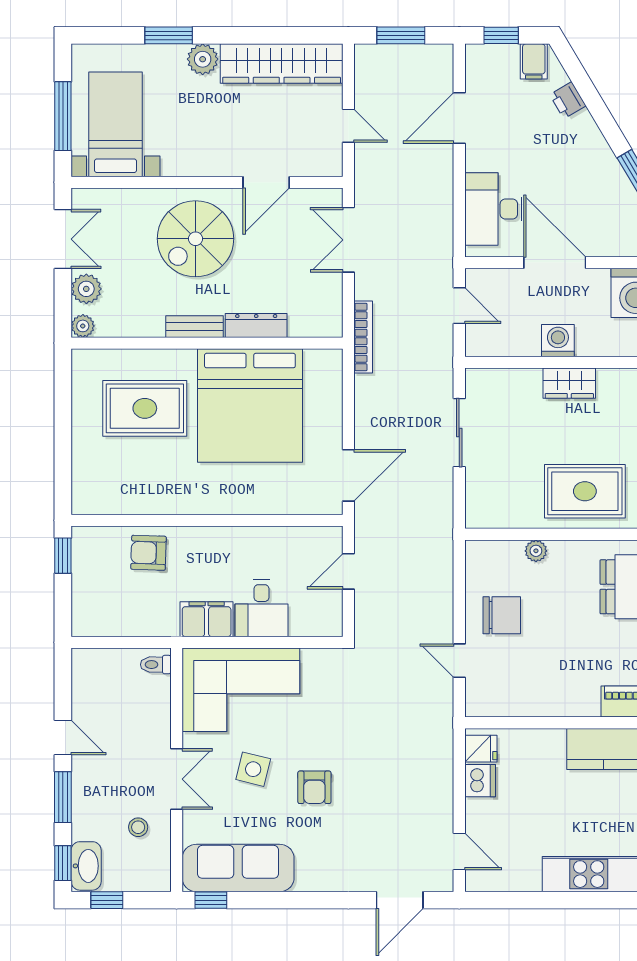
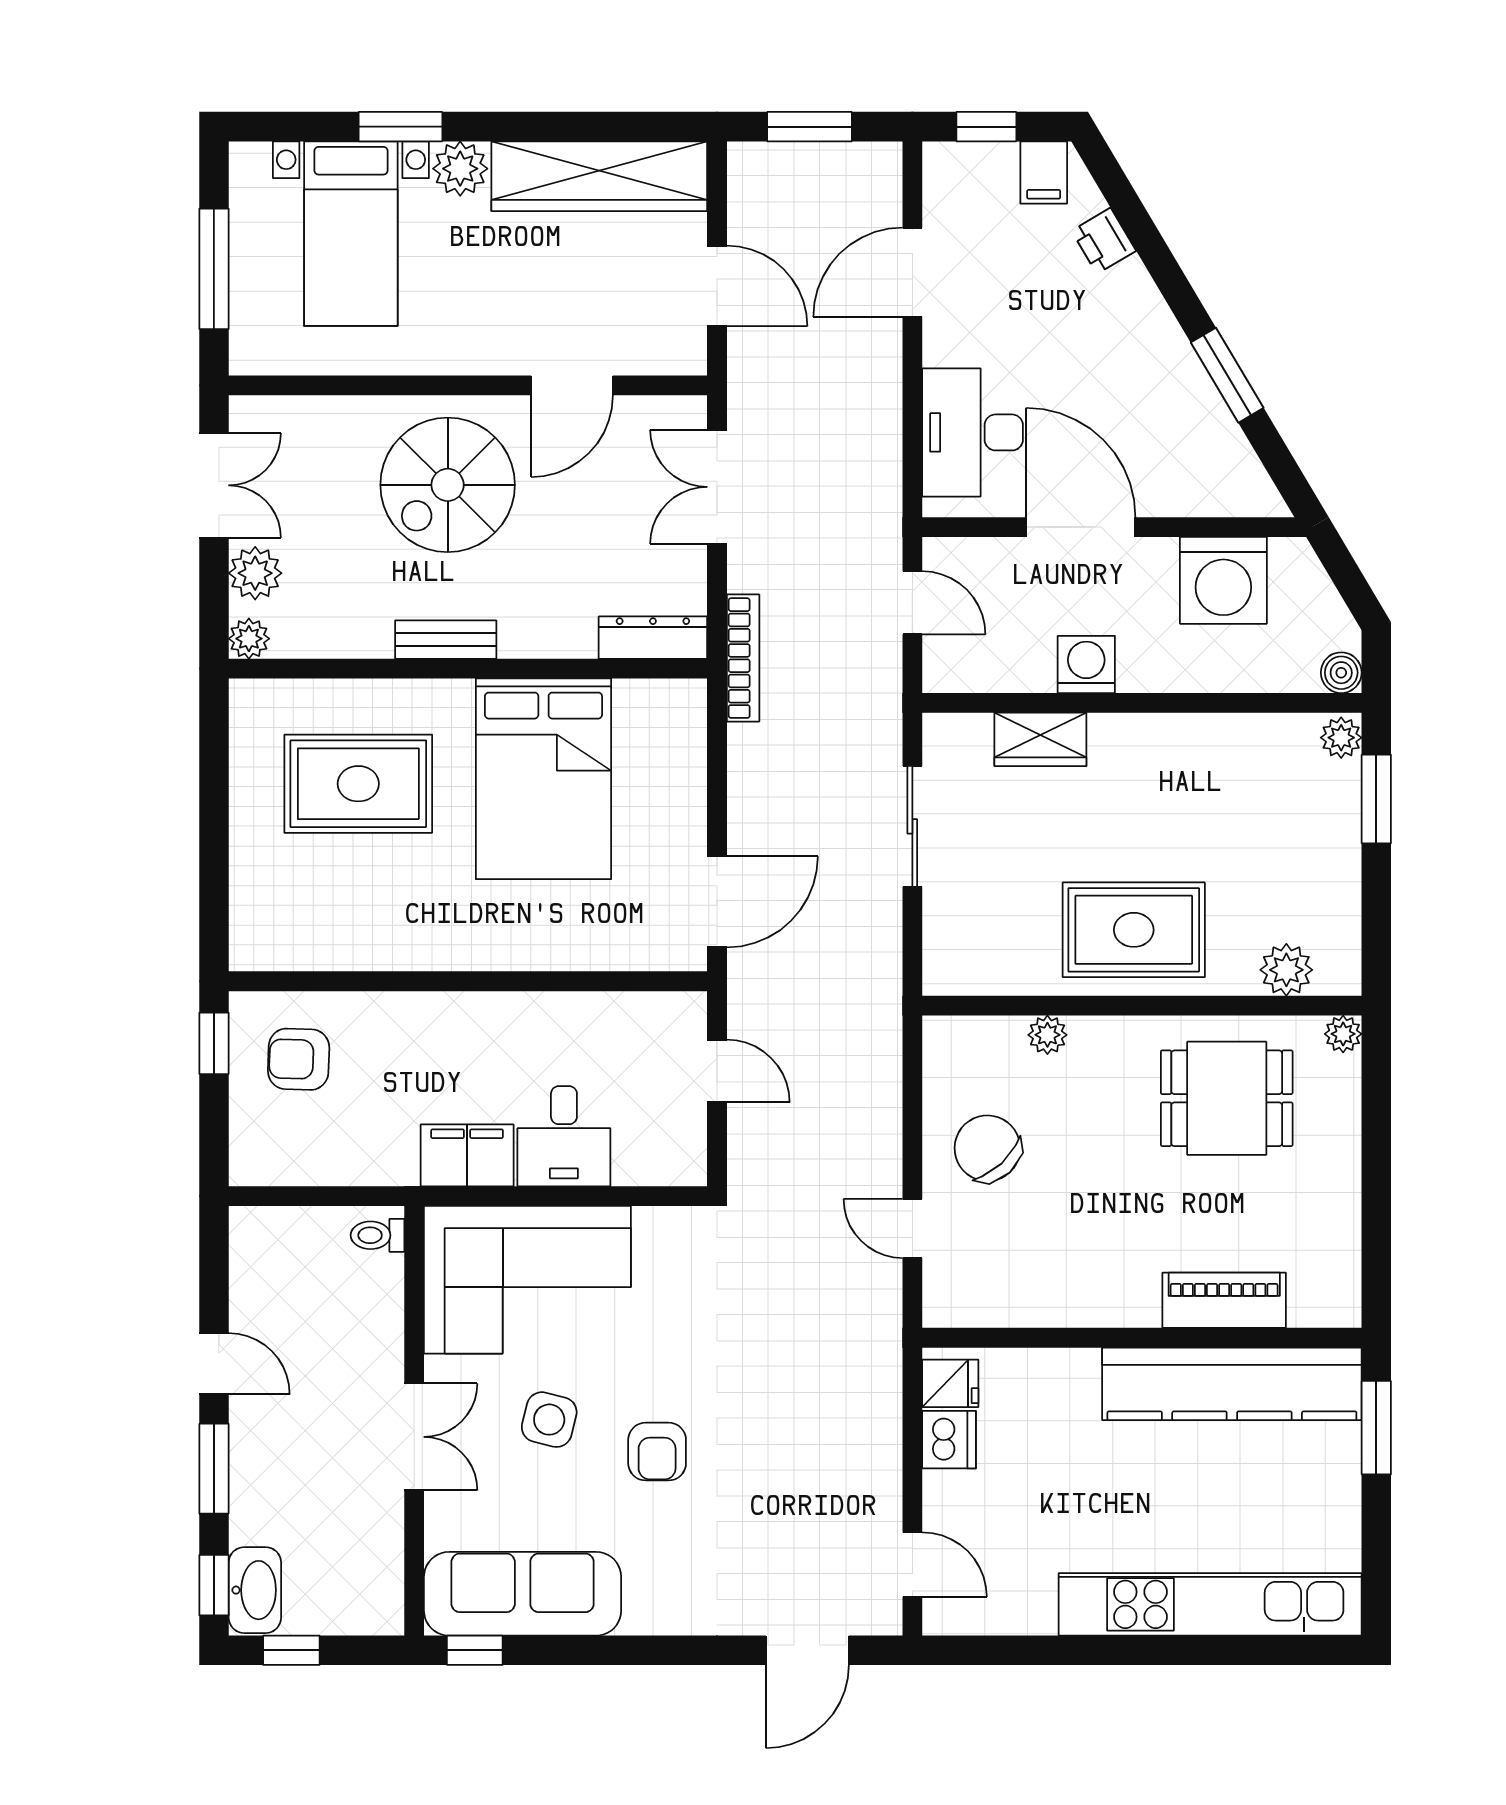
bed with nightstands: (116, 124) -> (351, 234), moved, turned 180
door: (348, 126) -> (717, 286), width x1.37
dresser: (256, 325) -> (653, 638), moved
wardrobe: (569, 383) -> (1040, 739), moved
bed: (250, 406) -> (543, 779), width x0.73
armchair: (148, 553) -> (299, 1059), moved
door: (348, 571) -> (717, 1071), swing flipped
chair: (502, 615) -> (987, 1148), turned -133
stool: (138, 827) -> (347, 1522), removed

